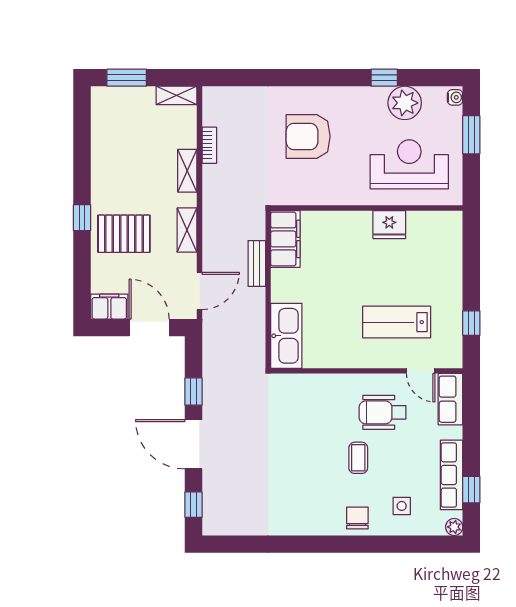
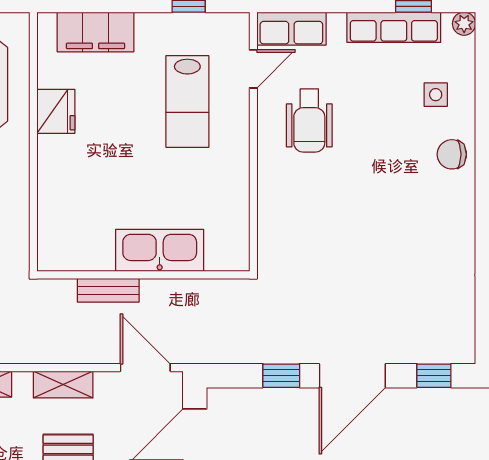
filing cabinet: (285, 239) -> (96, 32), moved, turned 180
kitchen sink: (286, 336) -> (160, 250), moved
coffee table: (358, 458) -> (371, 153), removed

